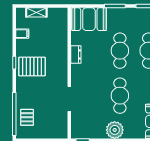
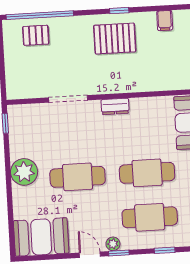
dresser: (76, 54) -> (115, 106), moved
pallet: (32, 67) -> (115, 39), turned 90

